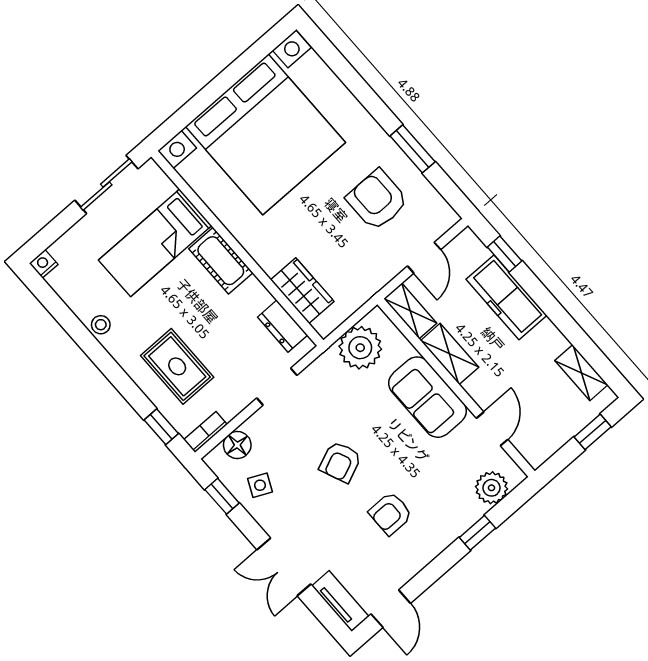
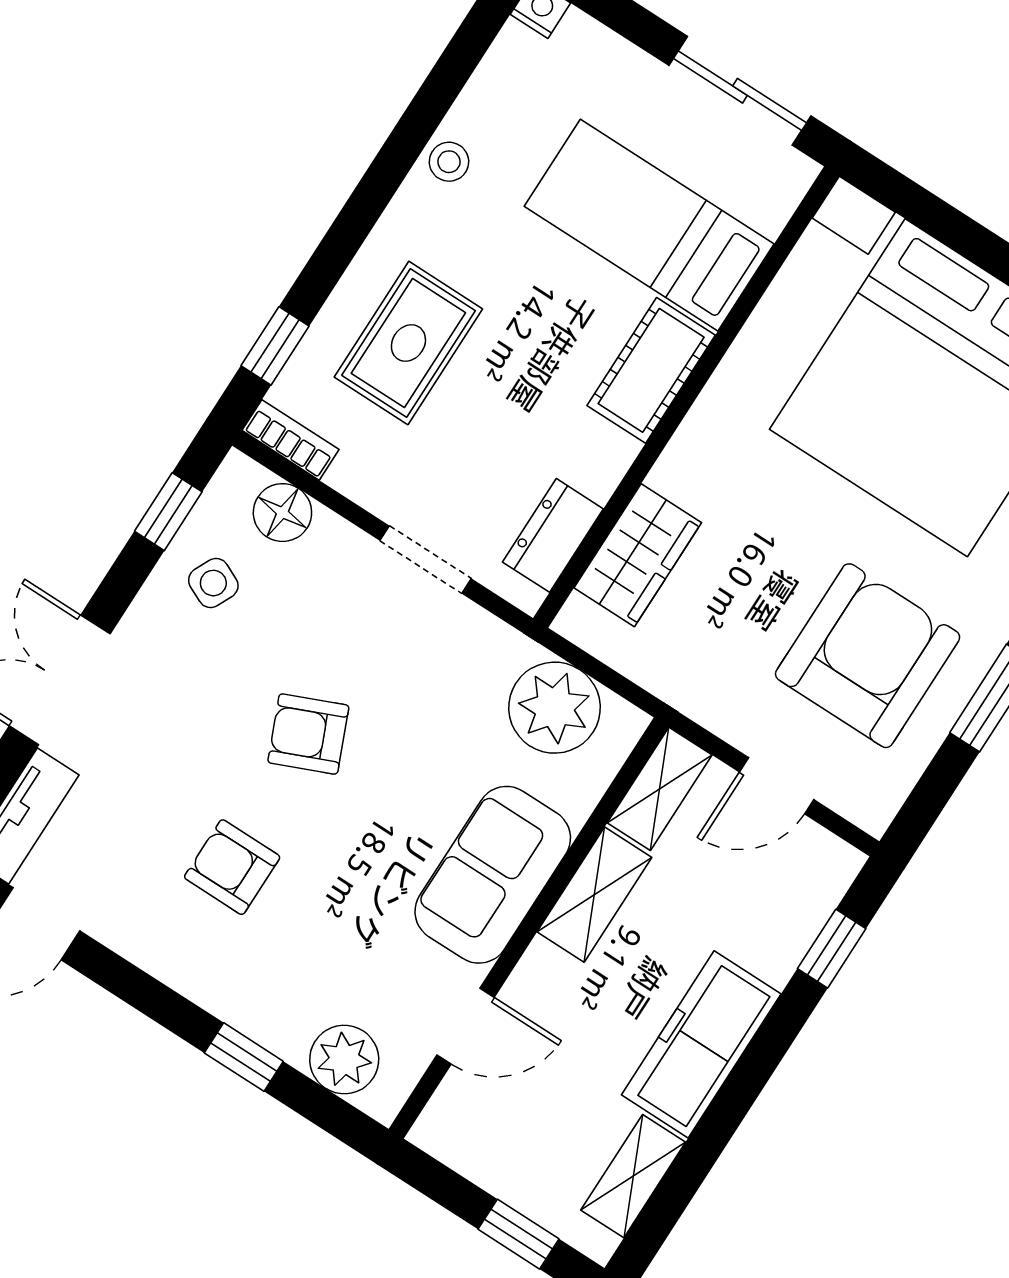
armchair: (377, 200) -> (868, 656), width x1.36, depth x1.36
freezer: (506, 297) -> (701, 1044), moved

